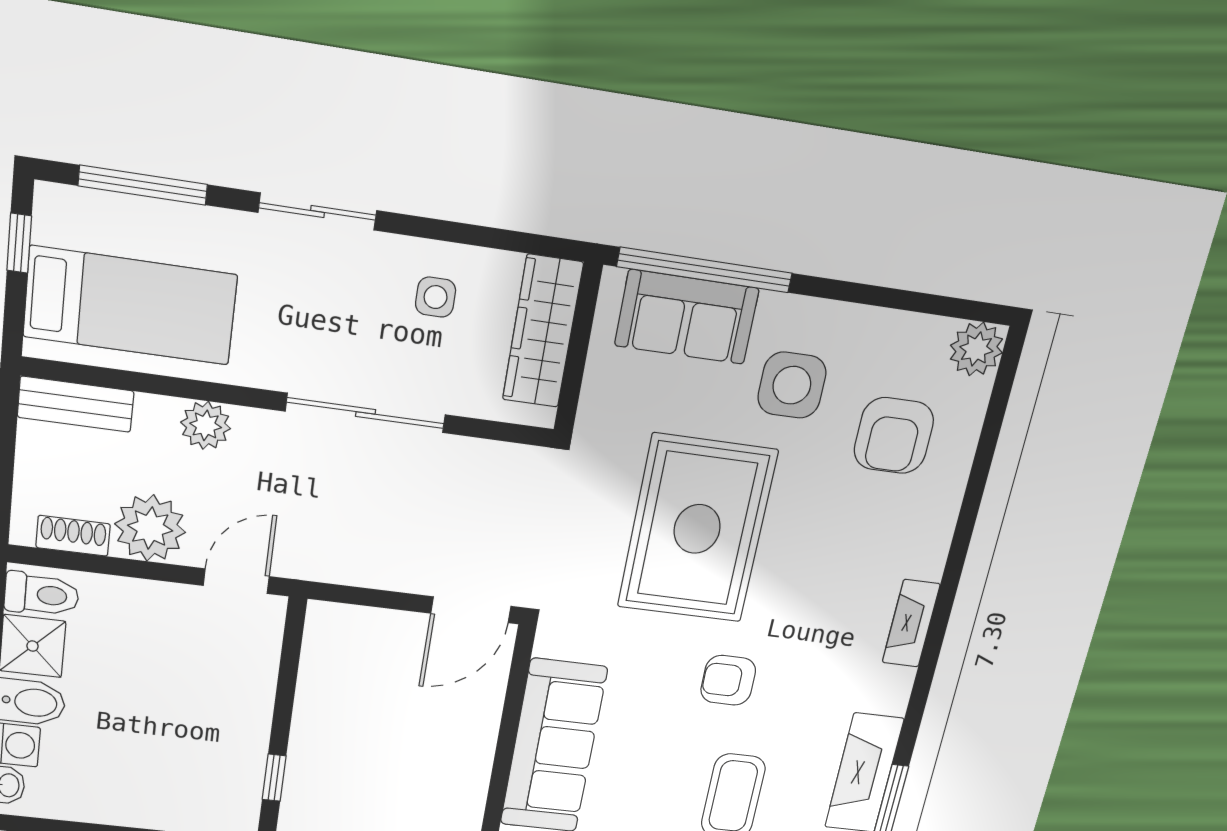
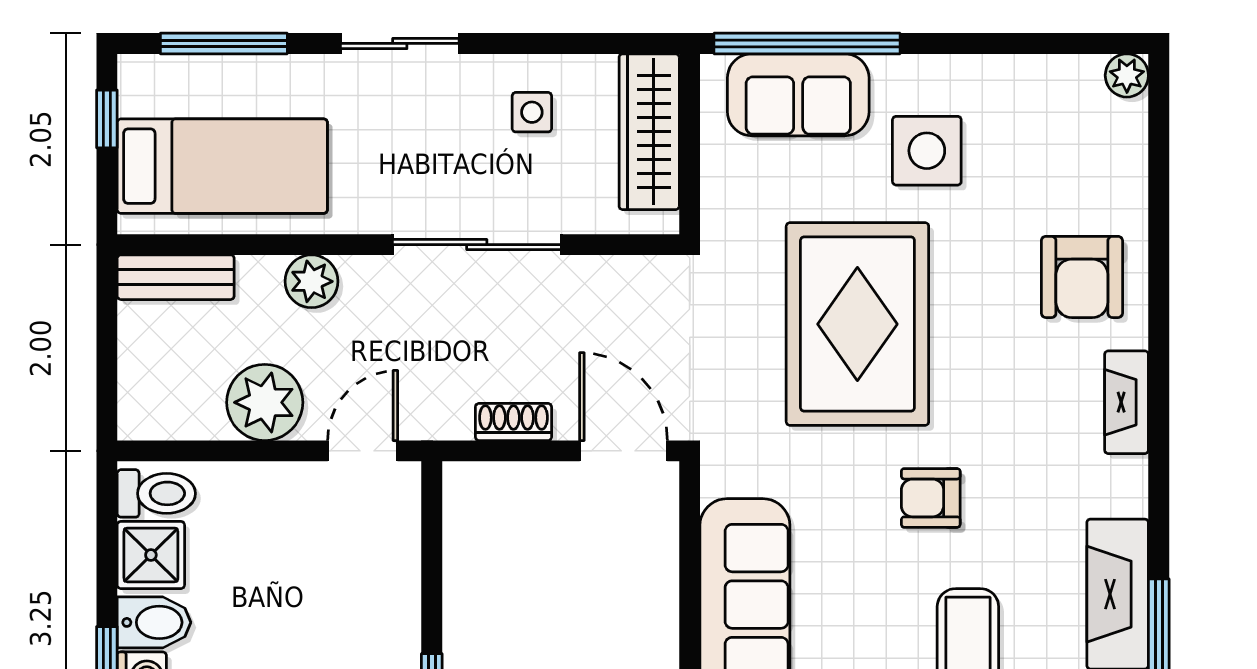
plant: (976, 349) -> (1127, 75), width x0.73, depth x0.73
armchair: (894, 436) -> (1082, 277), moved
shoe rack: (73, 536) -> (513, 422), moved
door: (471, 610) -> (624, 451), swing flipped

